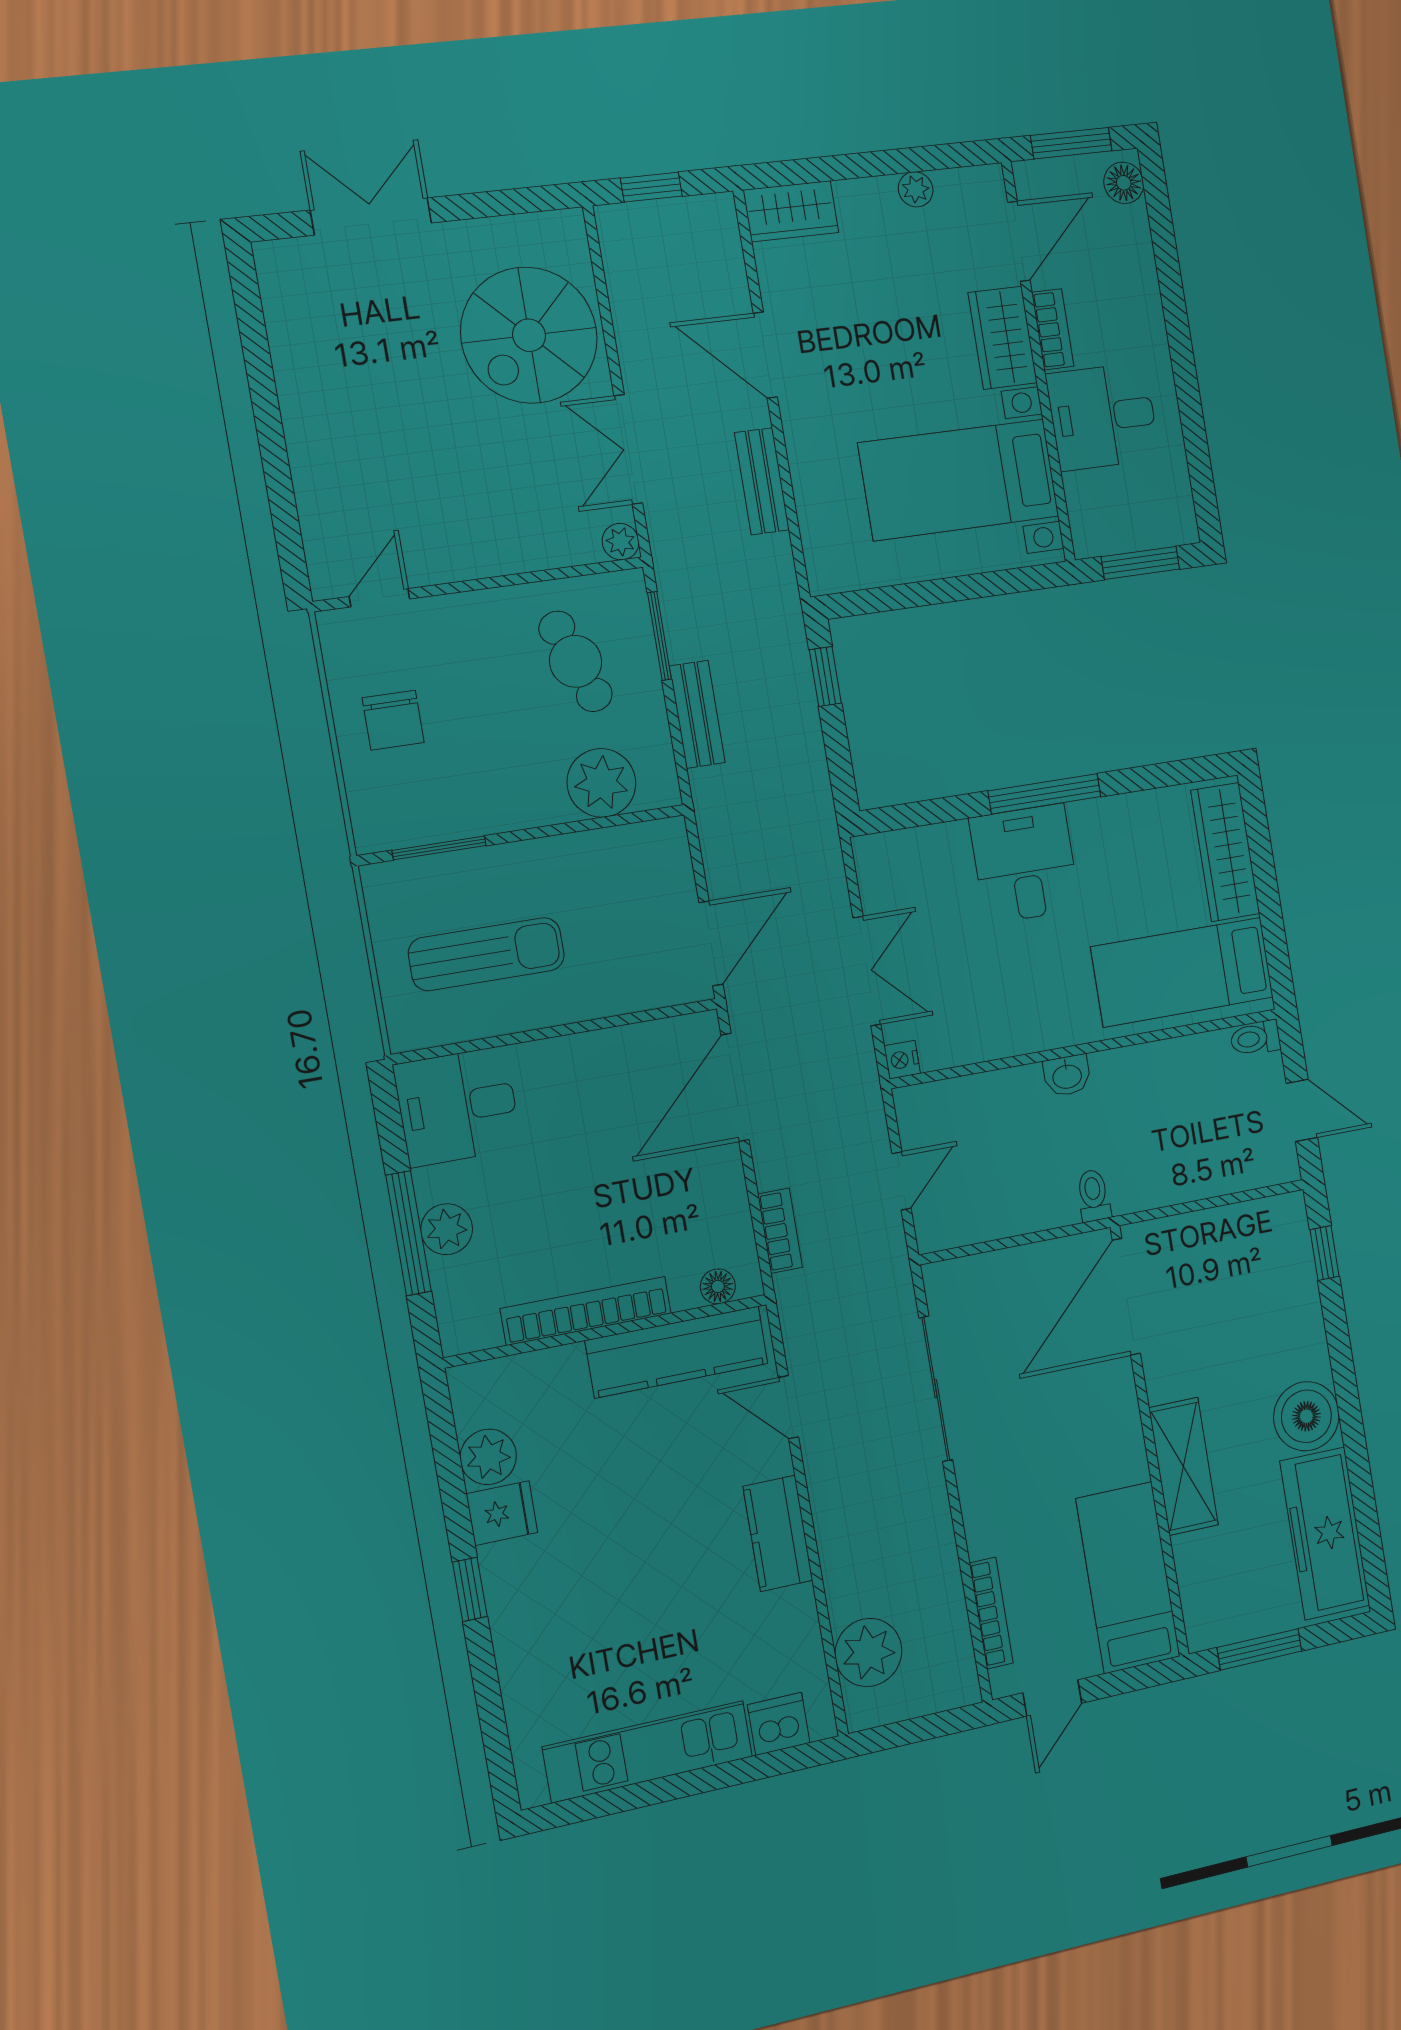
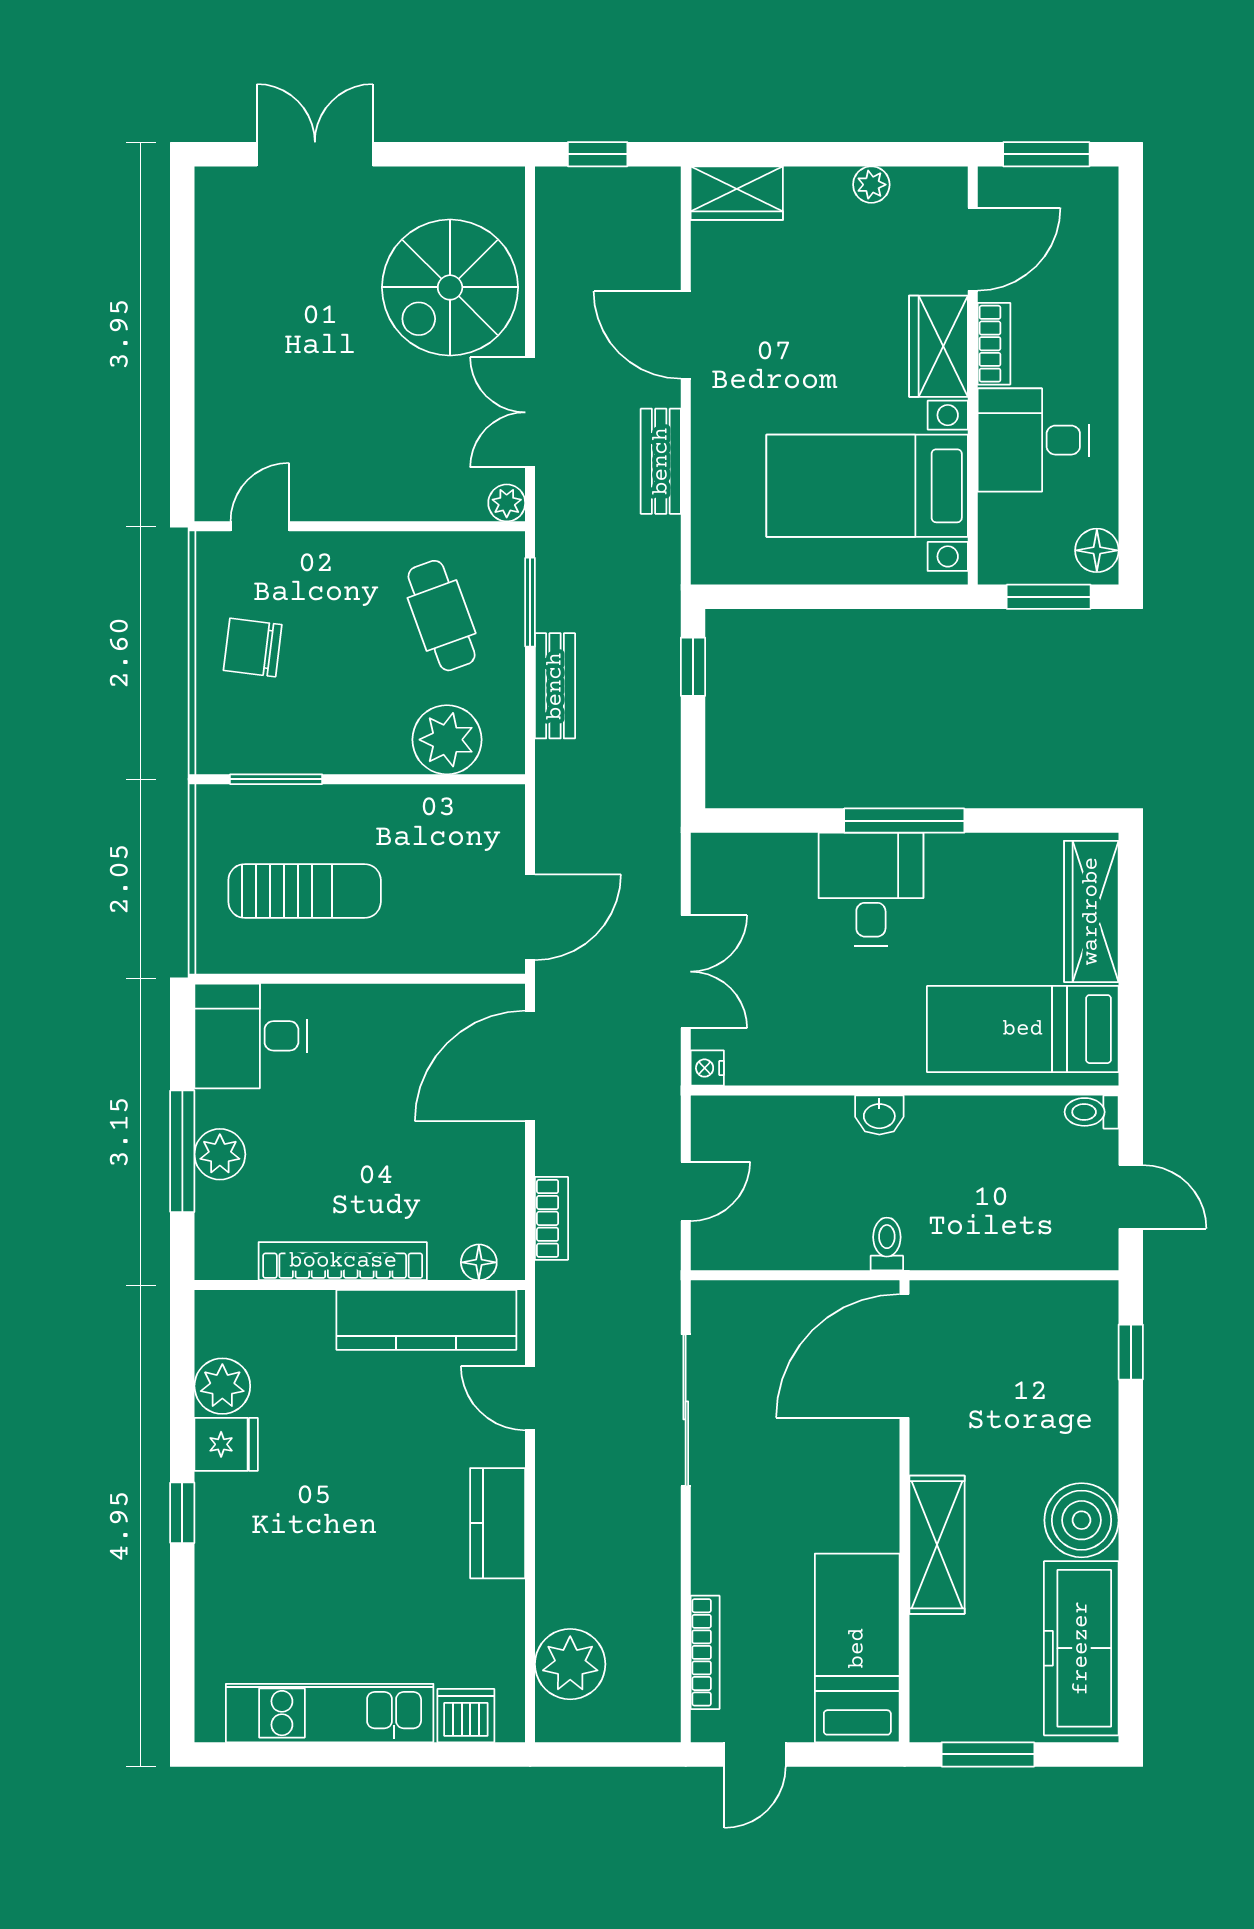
floor lamp: (1124, 183) -> (1097, 550), moved
chair: (393, 720) -> (253, 648), turned 97

